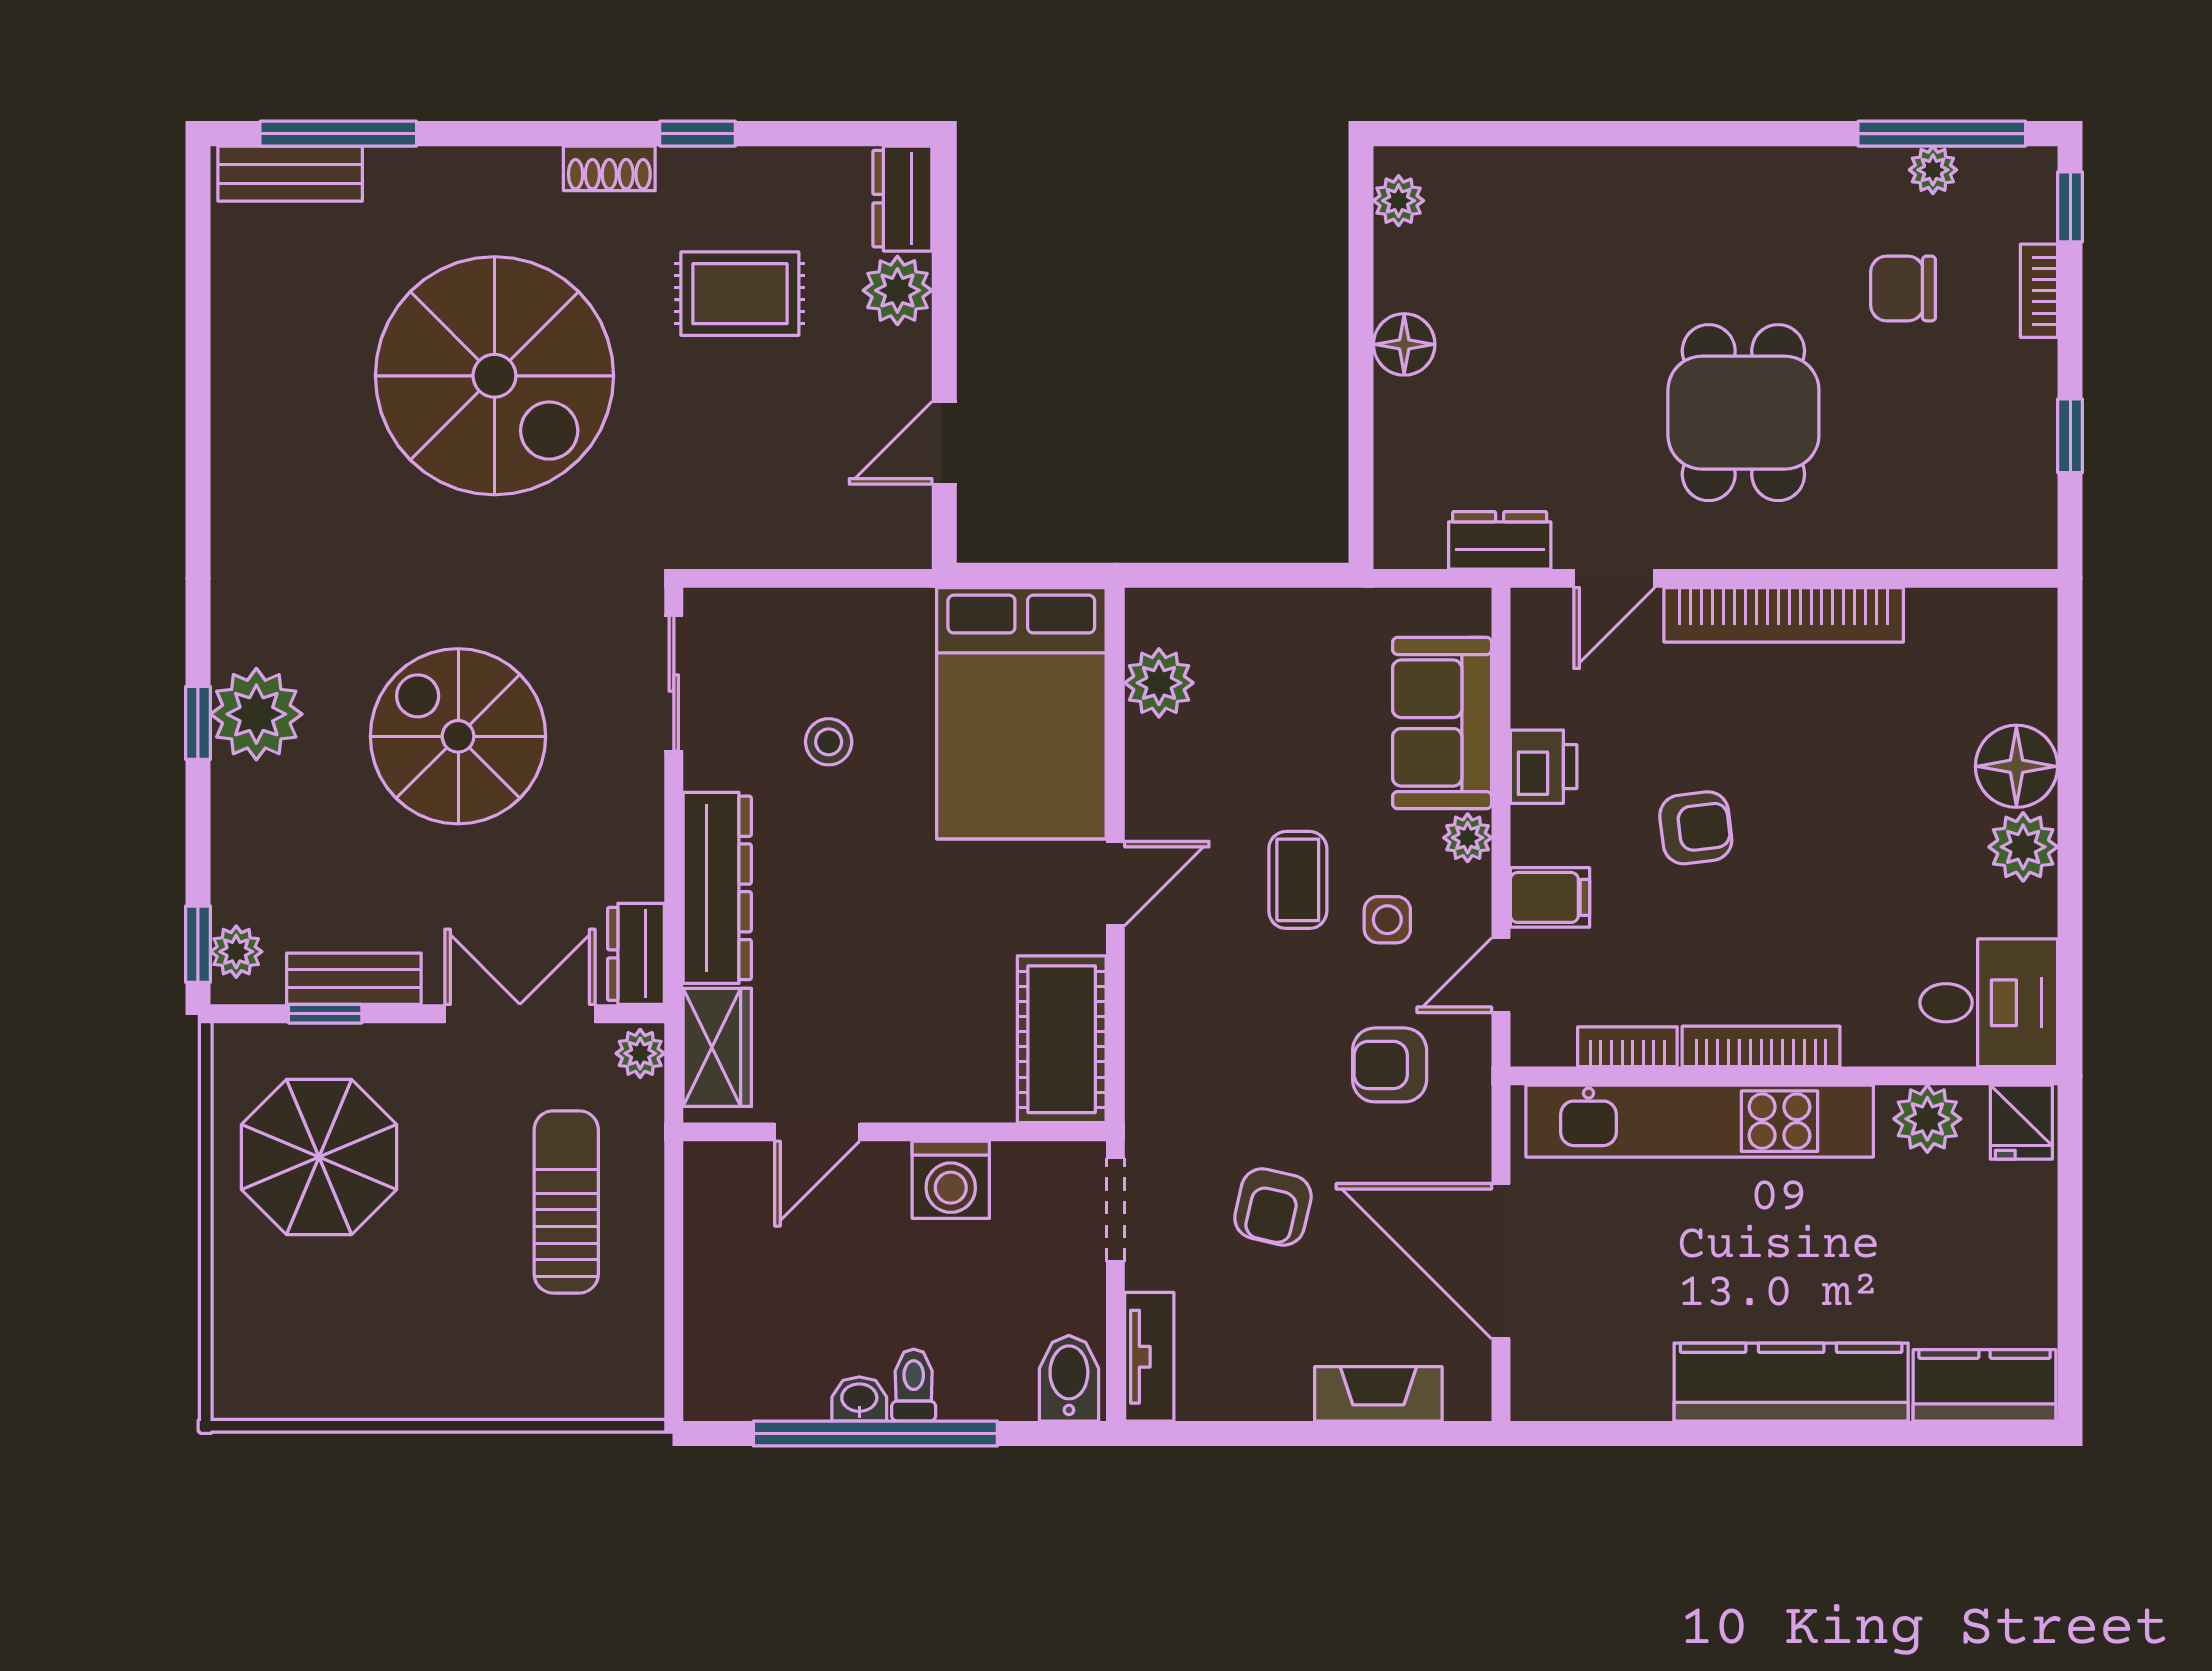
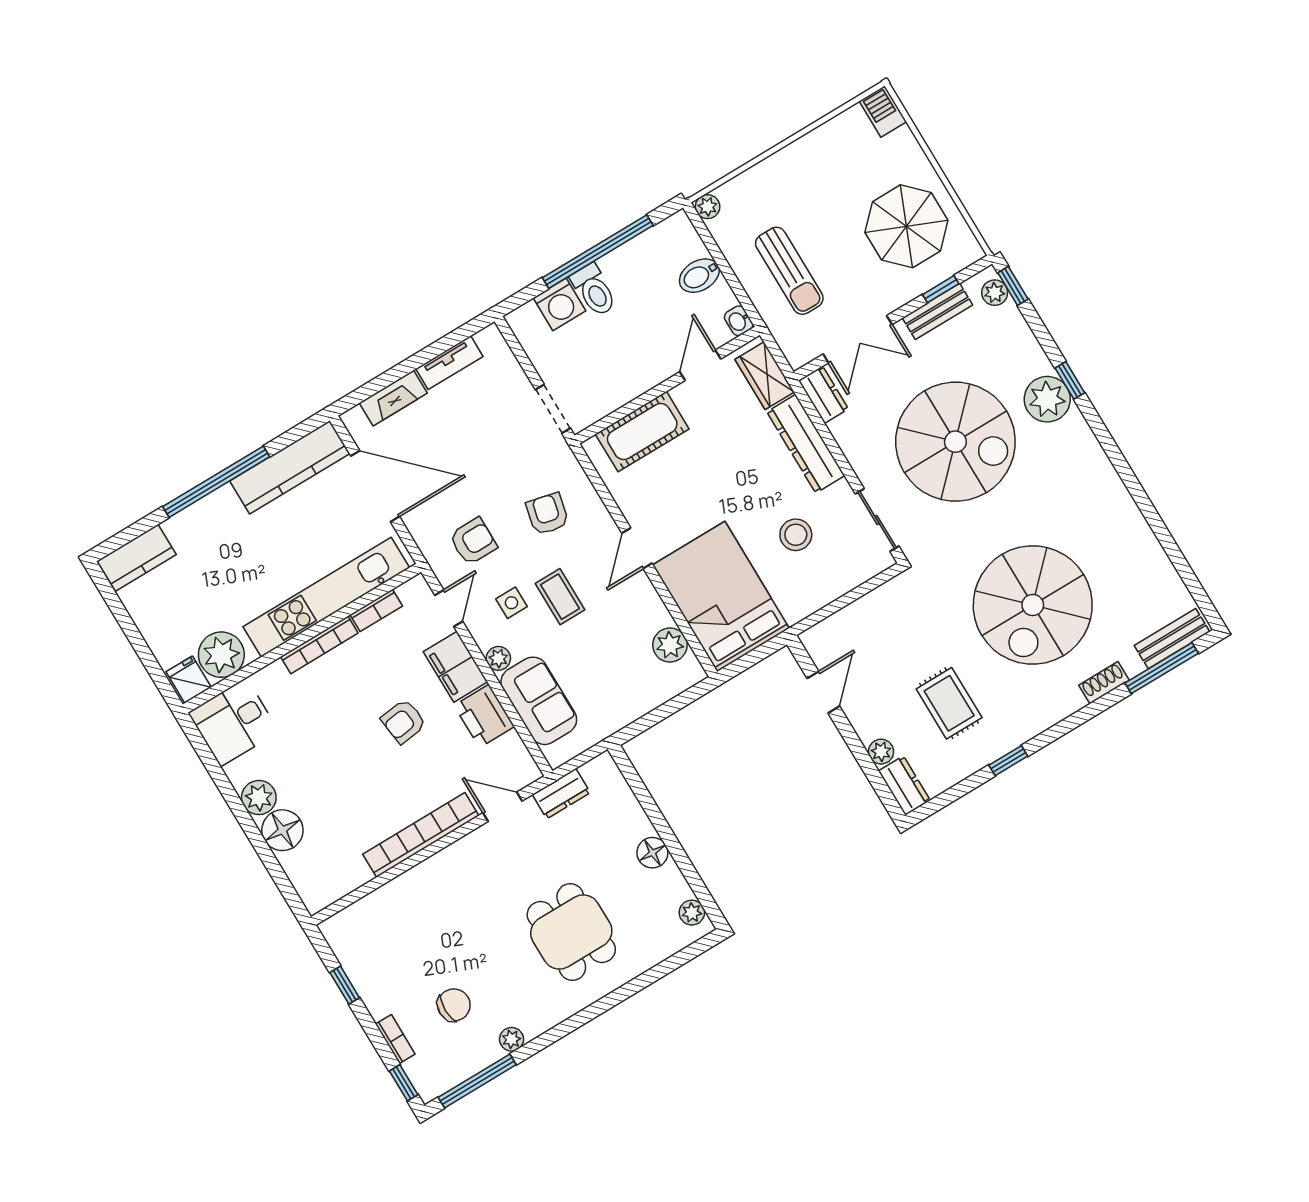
shoe rack: (609, 168) -> (1104, 683), moved
plant: (1933, 170) -> (512, 1039), moved
plant: (897, 290) -> (881, 752), width x0.73, depth x0.73
rug: (740, 294) -> (949, 703), turned 90
spiral stairs: (494, 376) -> (1033, 605), turned -90
dining table: (1743, 413) -> (571, 932), moved
door: (1614, 578) -> (503, 807), hinge flipped
spiral stairs: (458, 736) -> (955, 442), width x1.37, depth x1.37
stool: (829, 742) -> (796, 535), width x1.37, depth x1.37
printer: (1544, 767) -> (484, 716), width x1.36, depth x1.24
filing cabinet: (1550, 897) -> (455, 667), width x2.00
cot: (1062, 1039) -> (642, 432), moved, turned 90
plant: (640, 1053) -> (708, 207), moved
plant: (1927, 1119) -> (221, 655), width x1.36, depth x1.36
washing machine: (951, 1180) -> (559, 304), moved, turned 180
armchair: (1273, 1207) -> (547, 514), moved
tv unit: (1149, 1357) -> (449, 363), moved, turned -90
bidet: (1069, 1378) -> (699, 276), moved, turned 90
barbecue: (241, 1379) -> (883, 112), added
kitchen counter: (1791, 1382) -> (290, 467), moved
toilet: (914, 1385) -> (594, 290), width x1.37, depth x1.39
washbasin: (859, 1399) -> (739, 321), moved, turned 90
window: (1769, 1434) -> (216, 482), added

